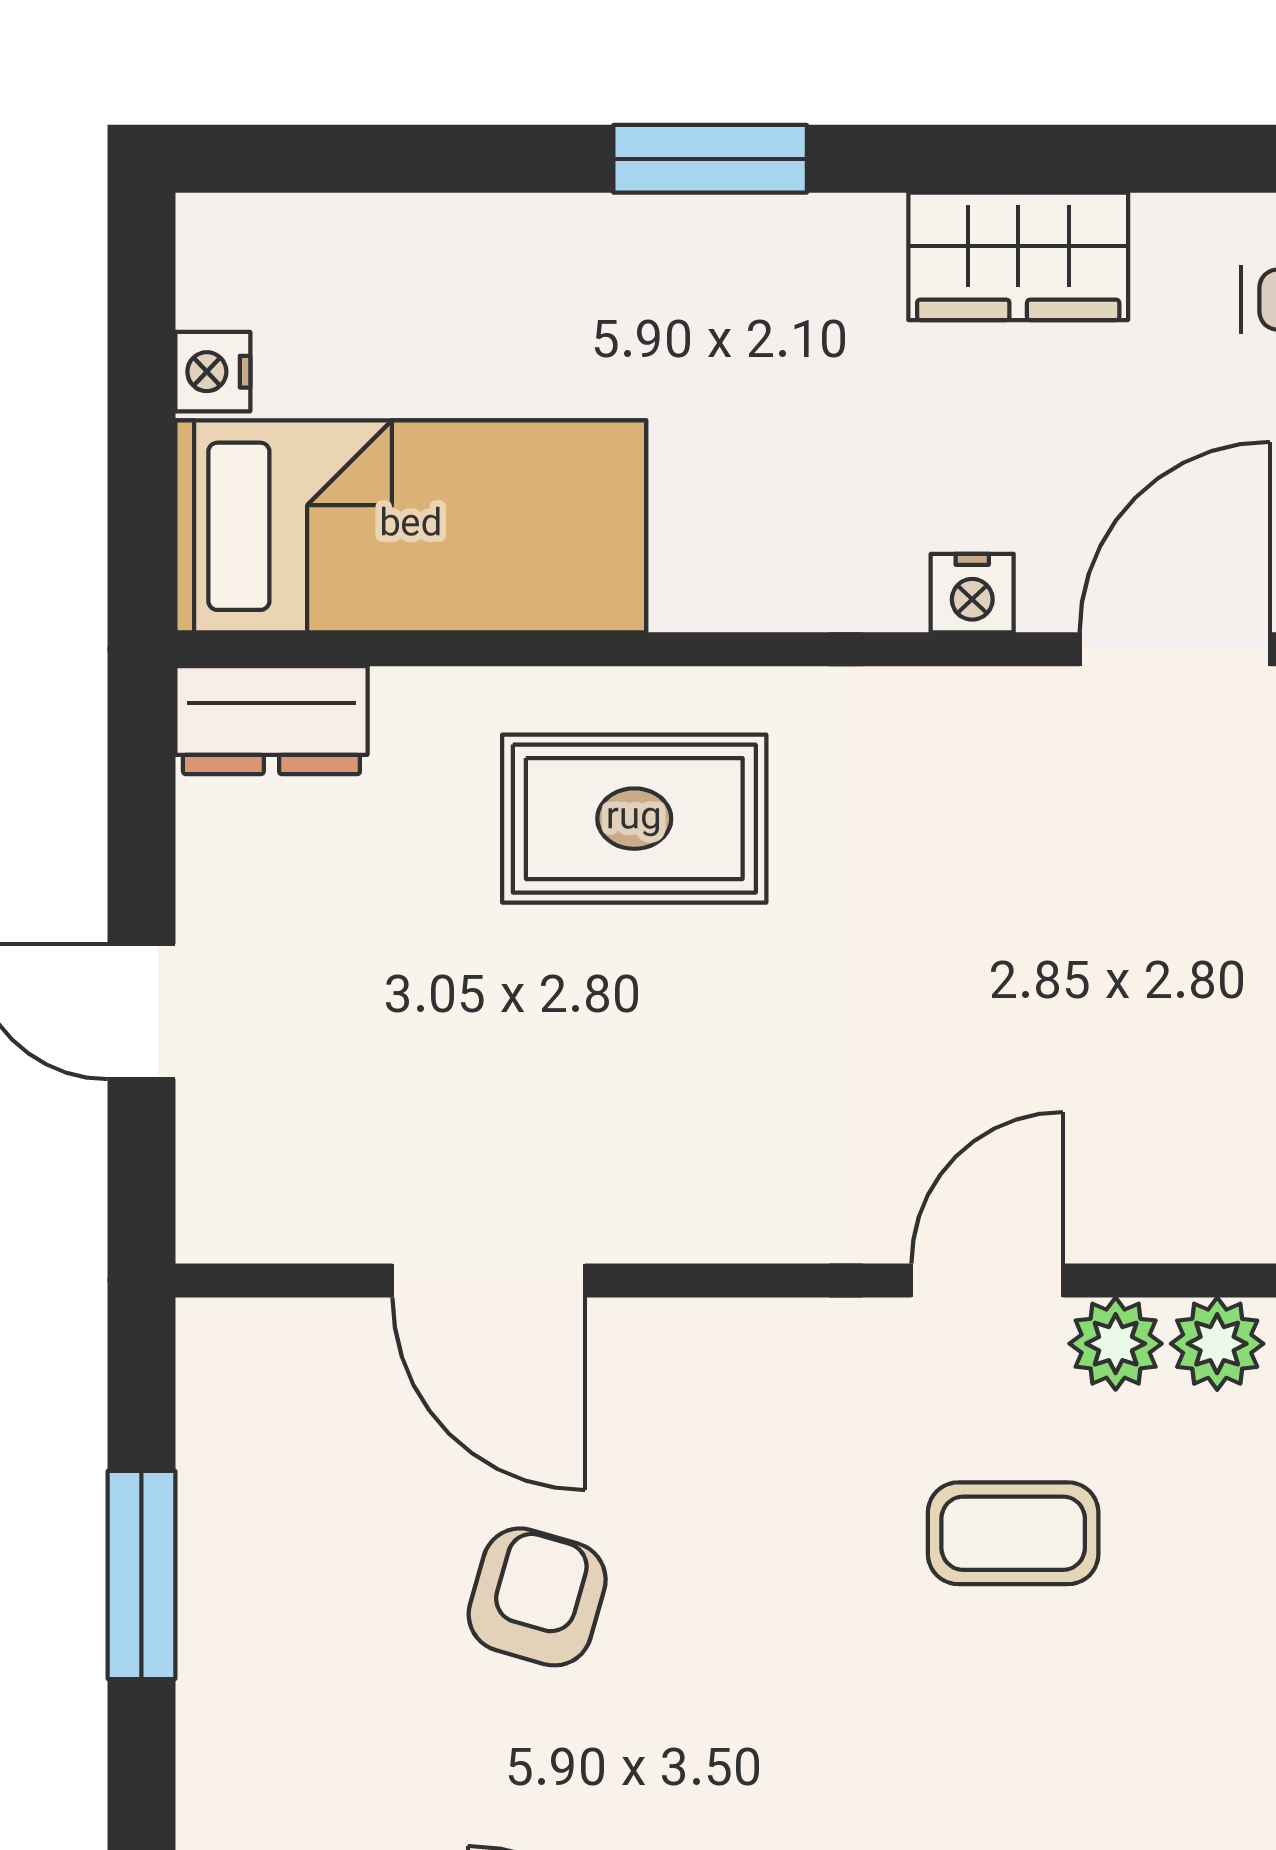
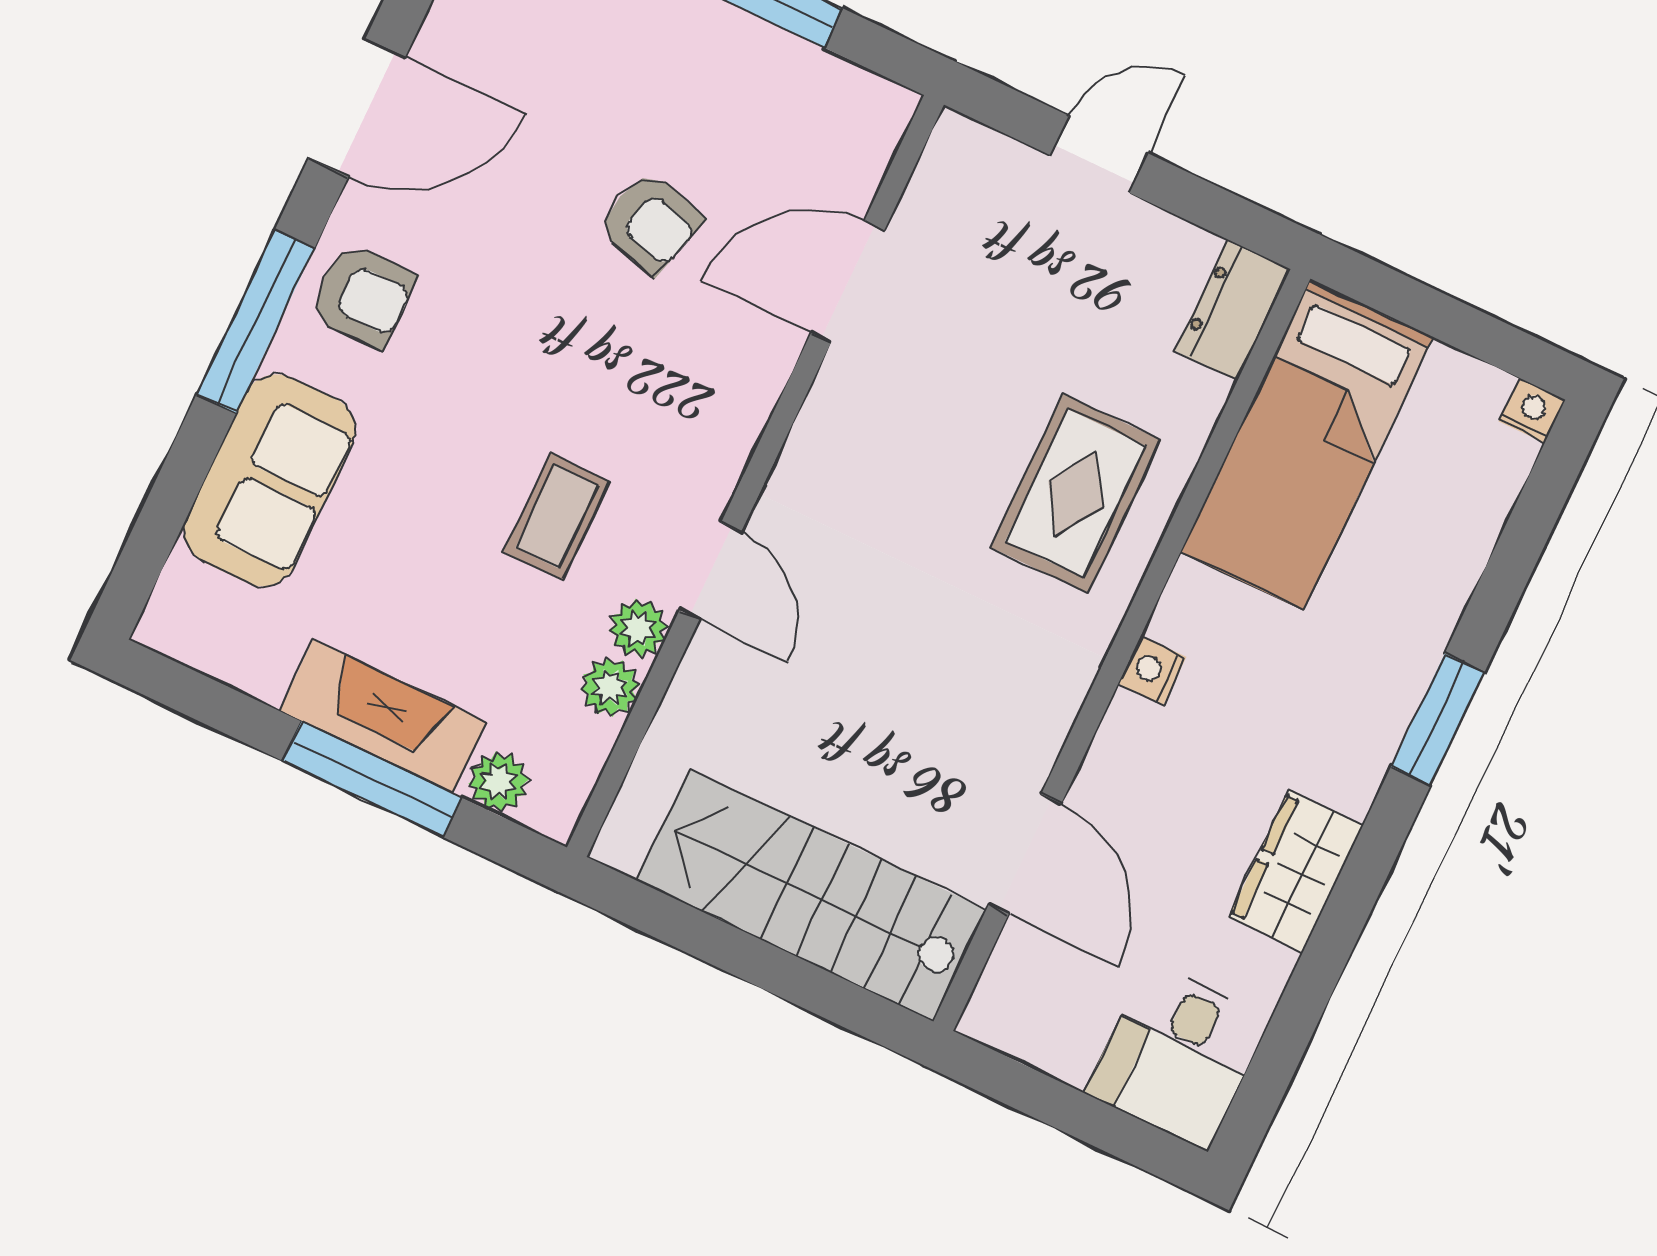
nightstand: (213, 372) -> (1532, 410), moved
nightstand: (972, 593) -> (1152, 670), moved

